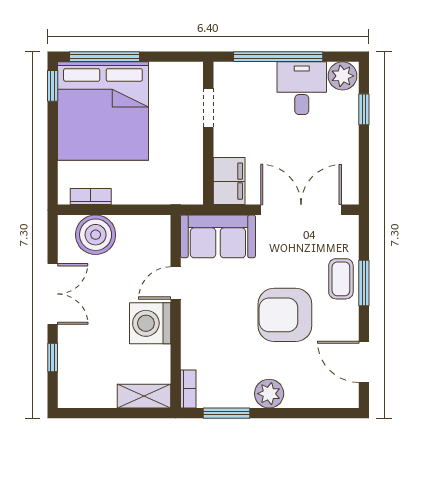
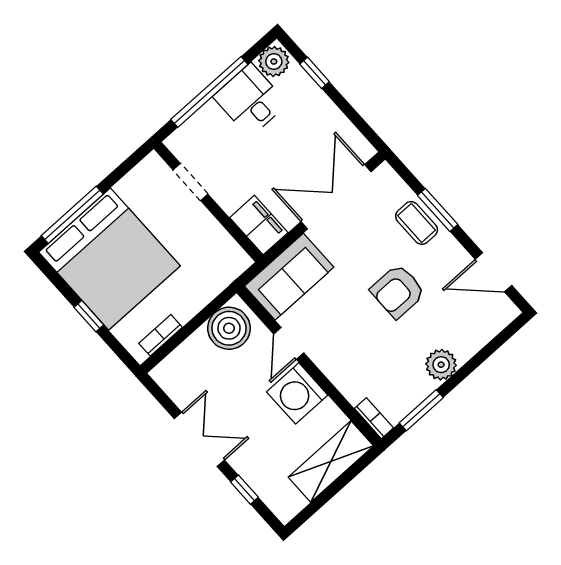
window: (53, 86) -> (89, 316), moved
boiler: (96, 235) -> (229, 328), moved
armchair: (285, 315) -> (398, 291), width x0.73, depth x0.73
shelving: (144, 396) -> (331, 462), width x1.50, depth x1.33

